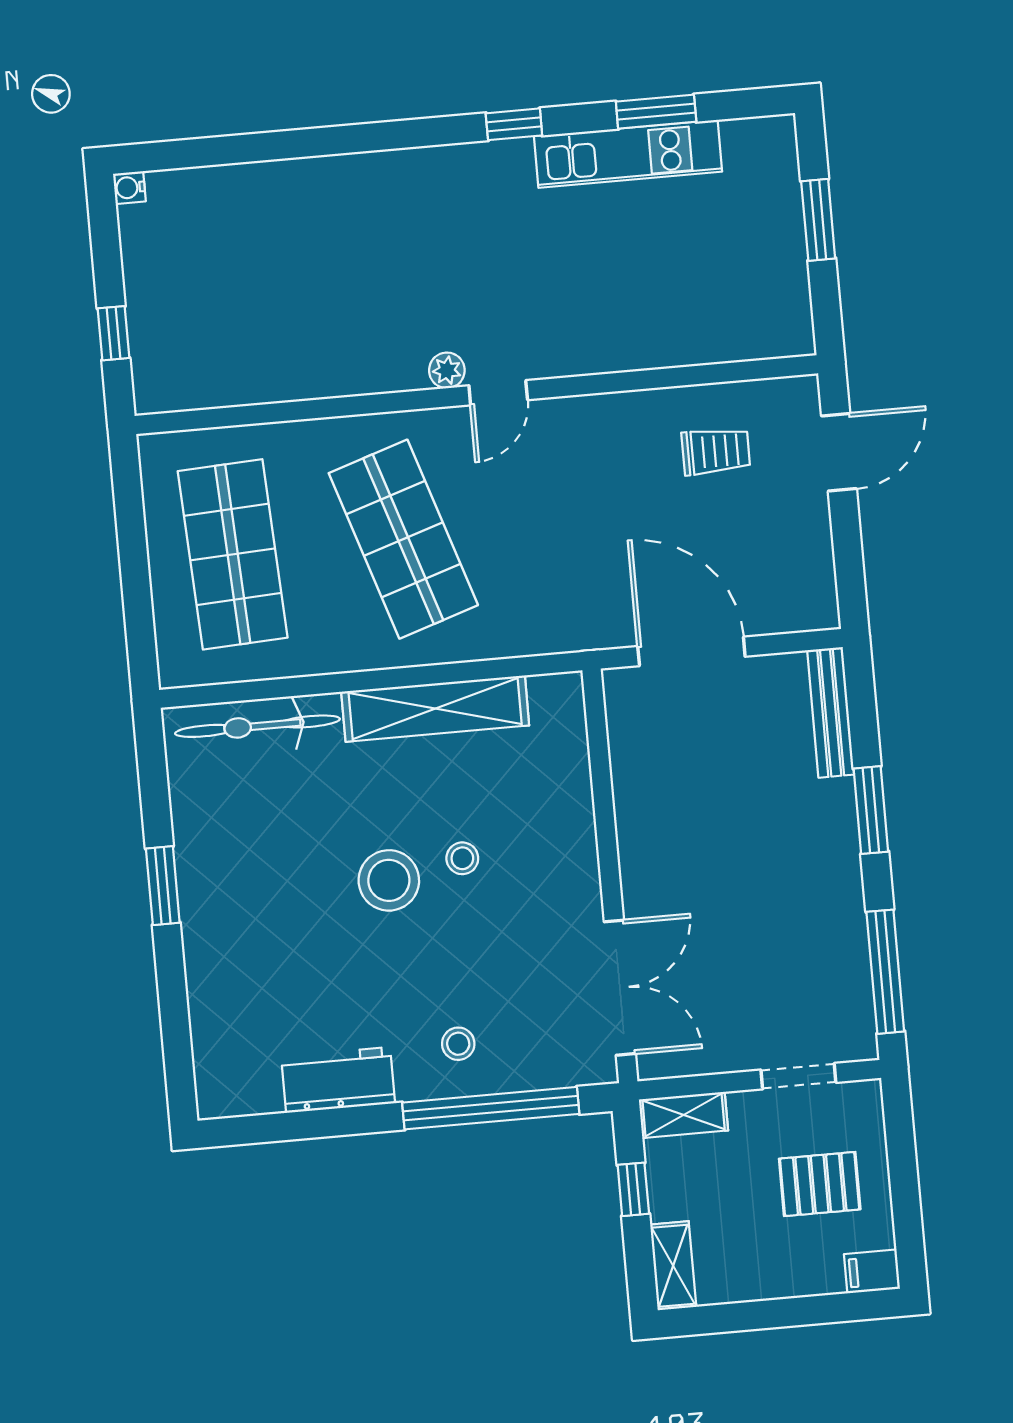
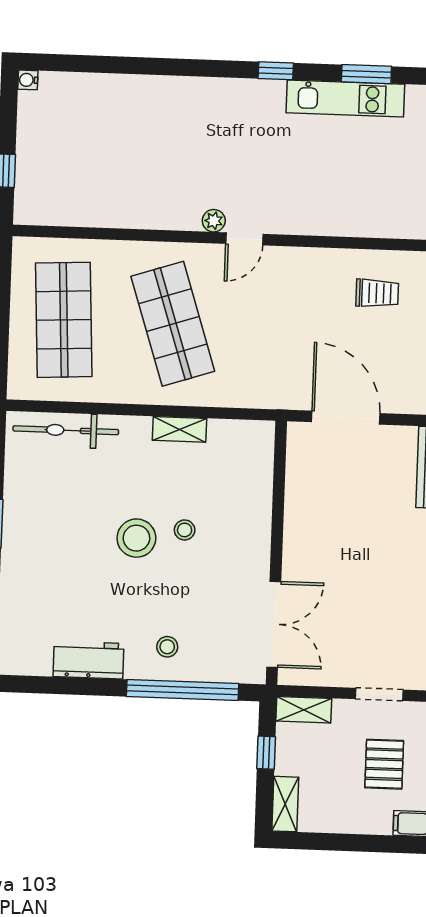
shelving: (435, 709) -> (180, 429), width x0.45, depth x0.75
pallet: (820, 1184) -> (384, 764), turned 90

